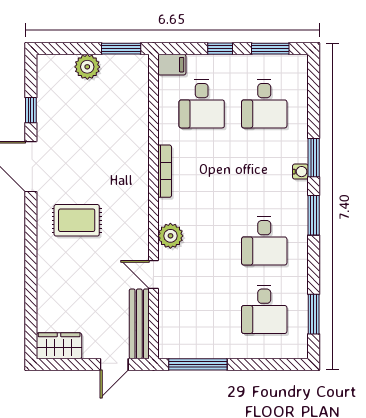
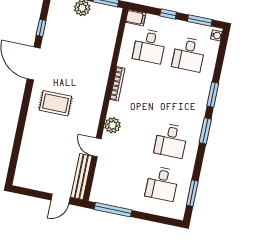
water cooler: (300, 172) -> (216, 35), moved
wardrobe: (59, 346) -> (28, 180), removed

